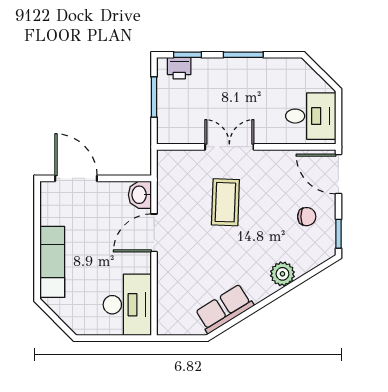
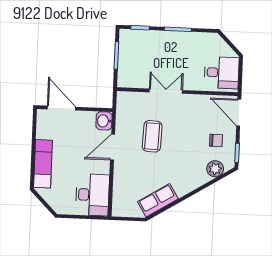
printer: (179, 68) -> (134, 37), removed
coffee table: (225, 202) -> (152, 136), moved
plant: (282, 274) -> (215, 169), moved

